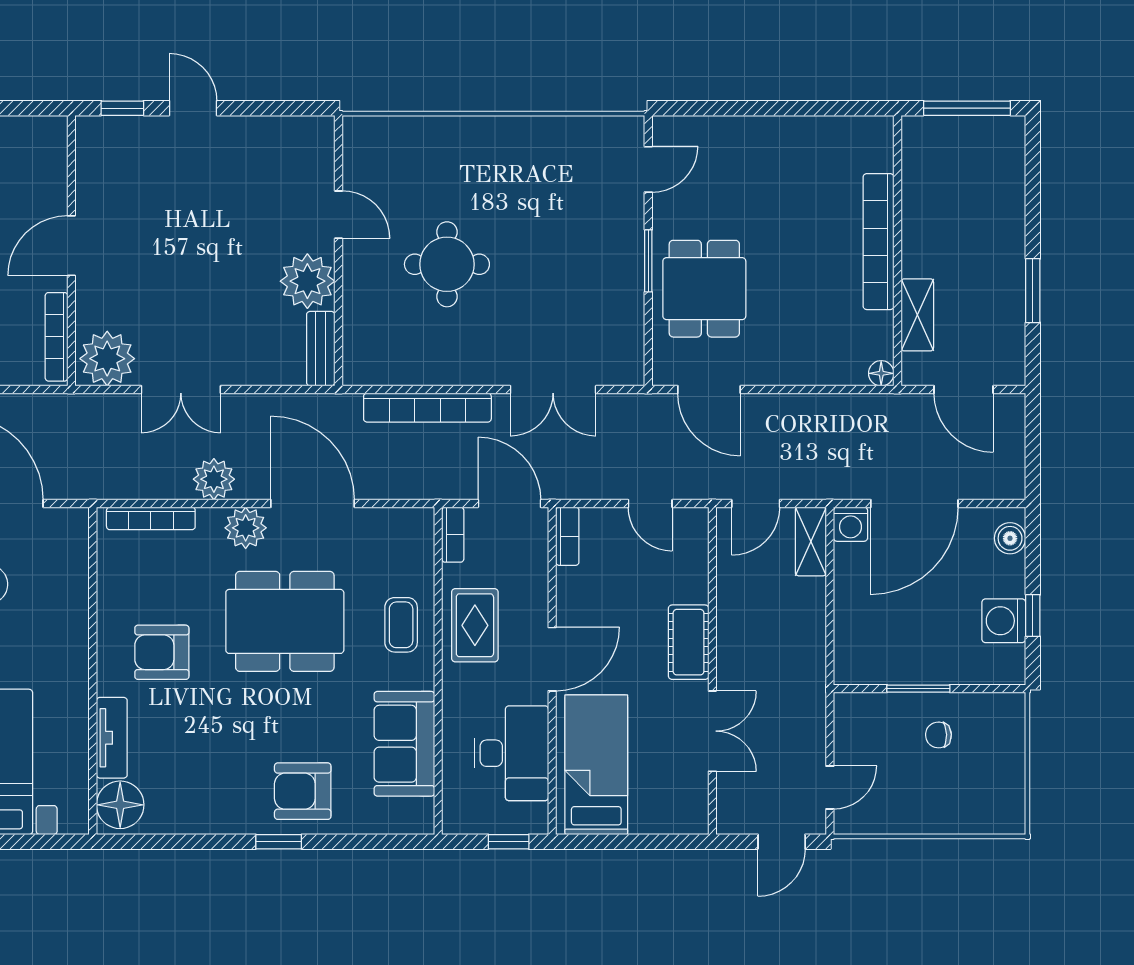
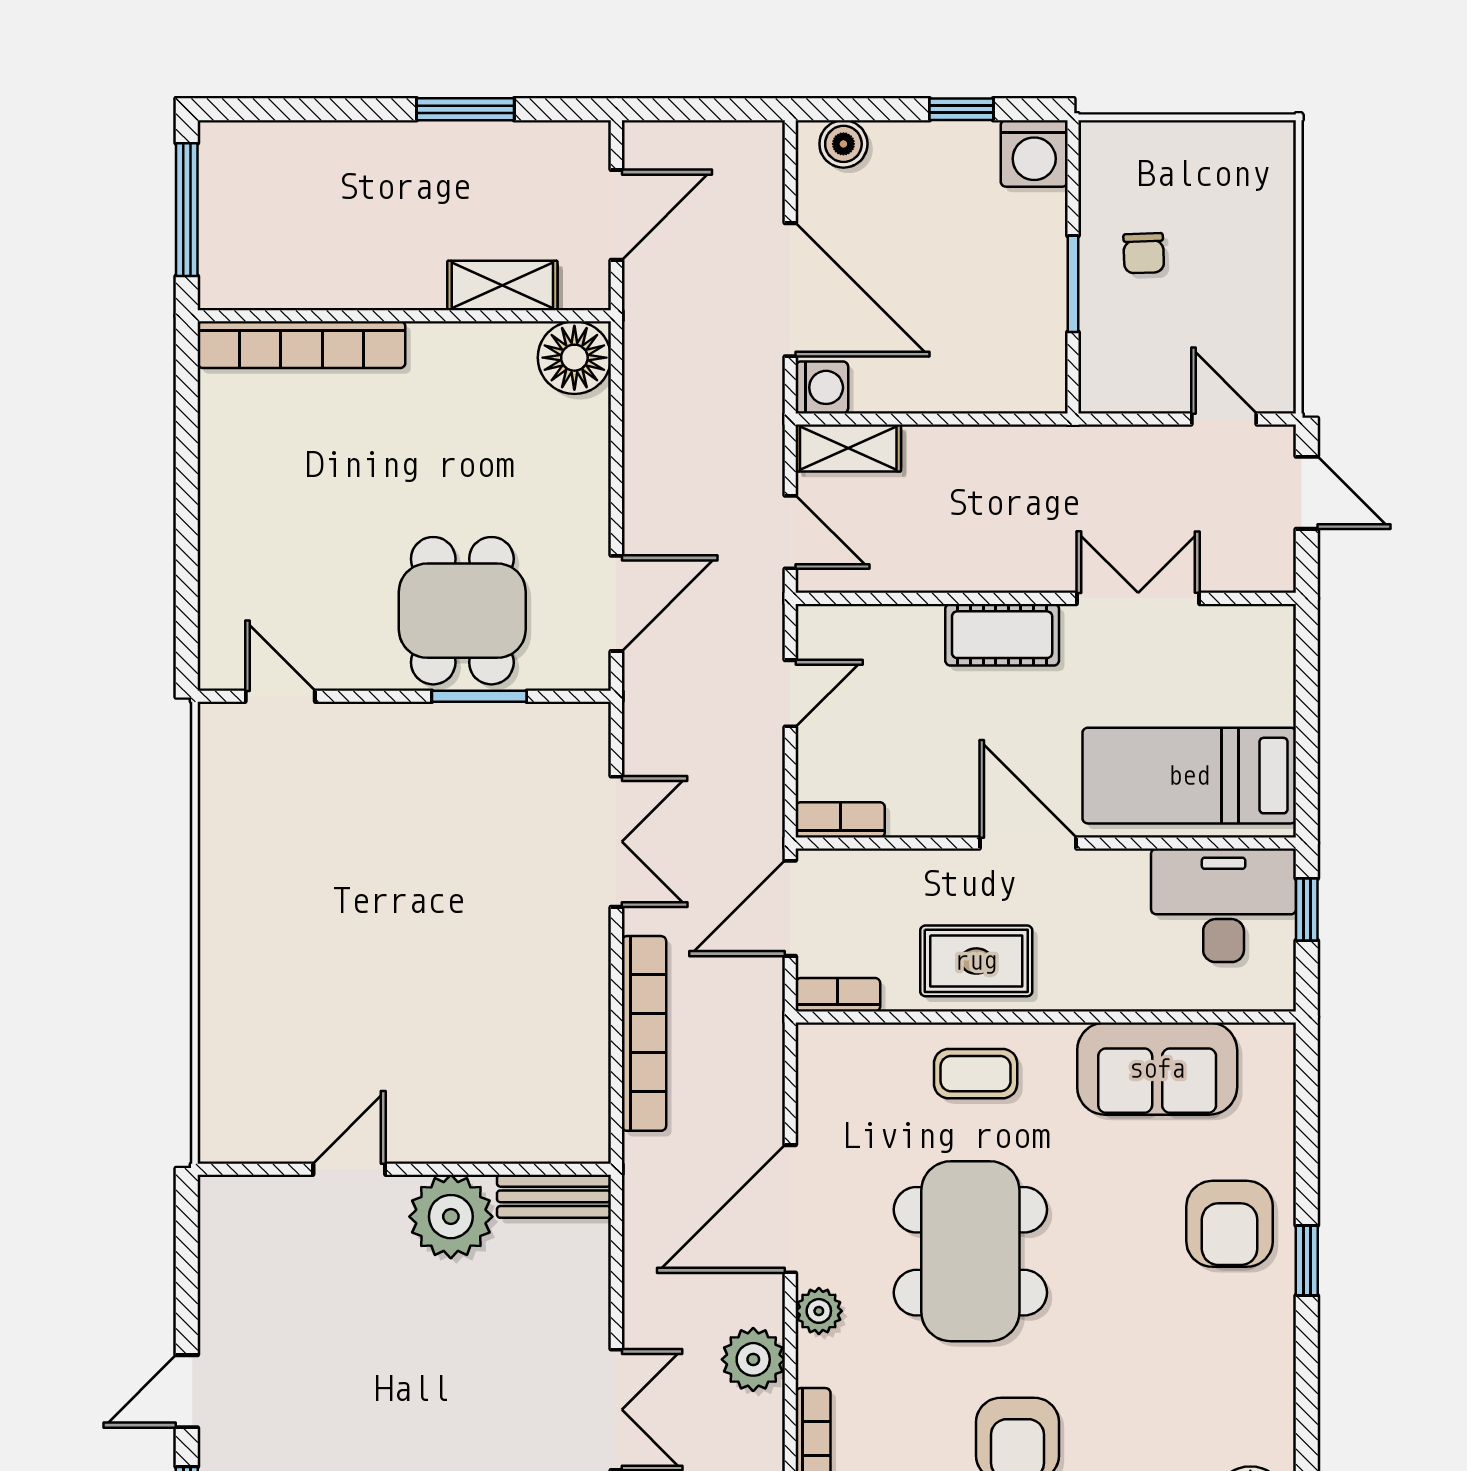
bookcase: (879, 242) -> (301, 345), moved
window: (648, 261) -> (479, 696), moved
round table: (447, 264) -> (425, 1004), removed
dining table: (704, 289) -> (462, 611), turned 90
floor lamp: (881, 373) -> (574, 358), width x1.89, depth x1.89
plant: (246, 528) -> (819, 1311), width x0.73, depth x0.73
washing machine: (1004, 621) -> (1034, 153), moved
desk: (511, 753) -> (1224, 905), moved

